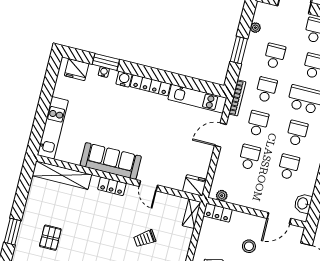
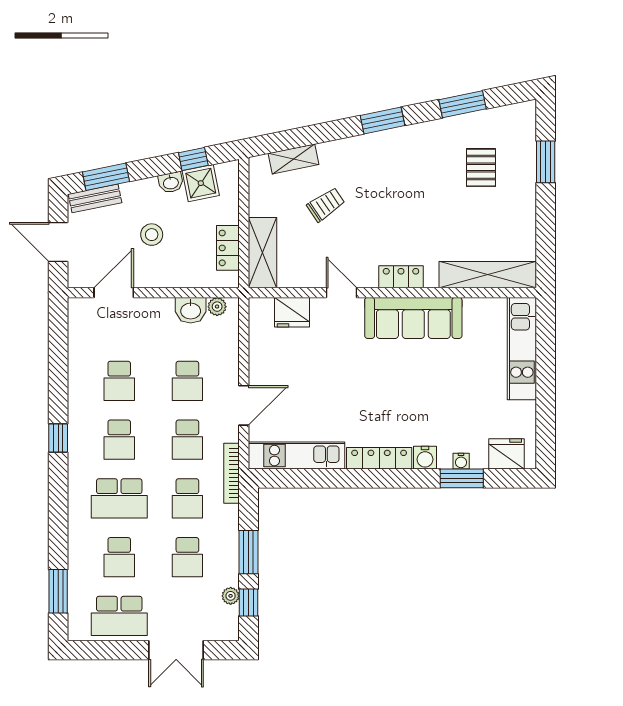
window: (246, 21) -> (248, 602), added
fridge: (195, 185) -> (292, 312), moved
washbasin: (303, 204) -> (191, 310), moved, turned 90
locker: (218, 213) -> (228, 248), moved, turned -90
shelving: (192, 214) -> (263, 253), width x1.50, depth x1.33

